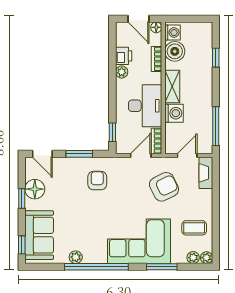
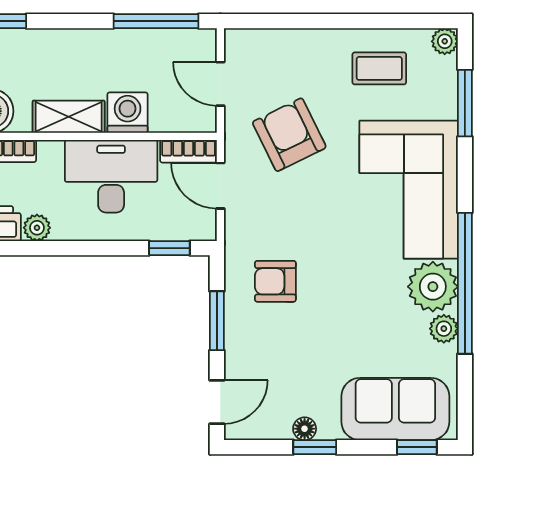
fireplace: (206, 173) -> (259, 43), removed
floor lamp: (35, 189) -> (305, 429), width x0.53, depth x0.53
coffee table: (194, 228) -> (379, 68), turned 90
plant: (193, 258) -> (433, 287), moved, width x1.87, depth x1.87
window: (162, 267) -> (465, 103), moved

